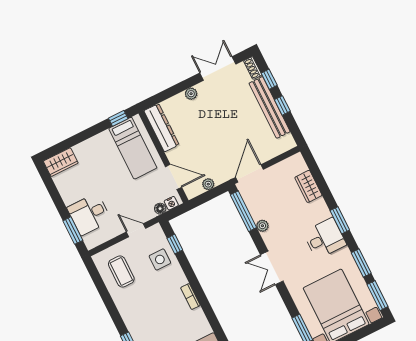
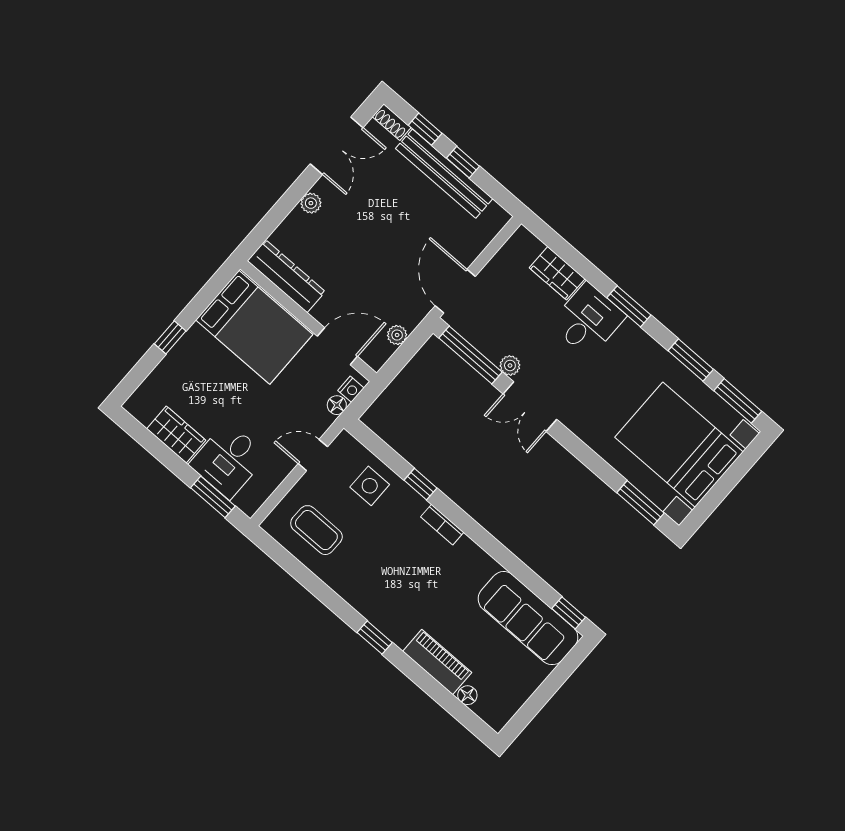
double door: (218, 68) -> (337, 146), swing flipped
window: (118, 118) -> (170, 337), moved
bed: (133, 148) -> (254, 327), width x1.50
wardrobe: (61, 162) -> (176, 435), moved, turned -90
desk: (325, 238) -> (588, 320), moved
window: (175, 244) -> (421, 484), moved
double door: (272, 268) -> (530, 407), moved

